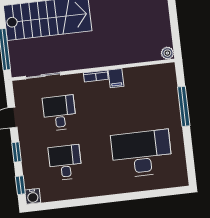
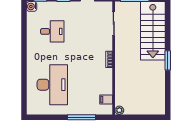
filing cabinet: (116, 78) -> (106, 99), moved
desk: (59, 113) -> (87, 31), removed

